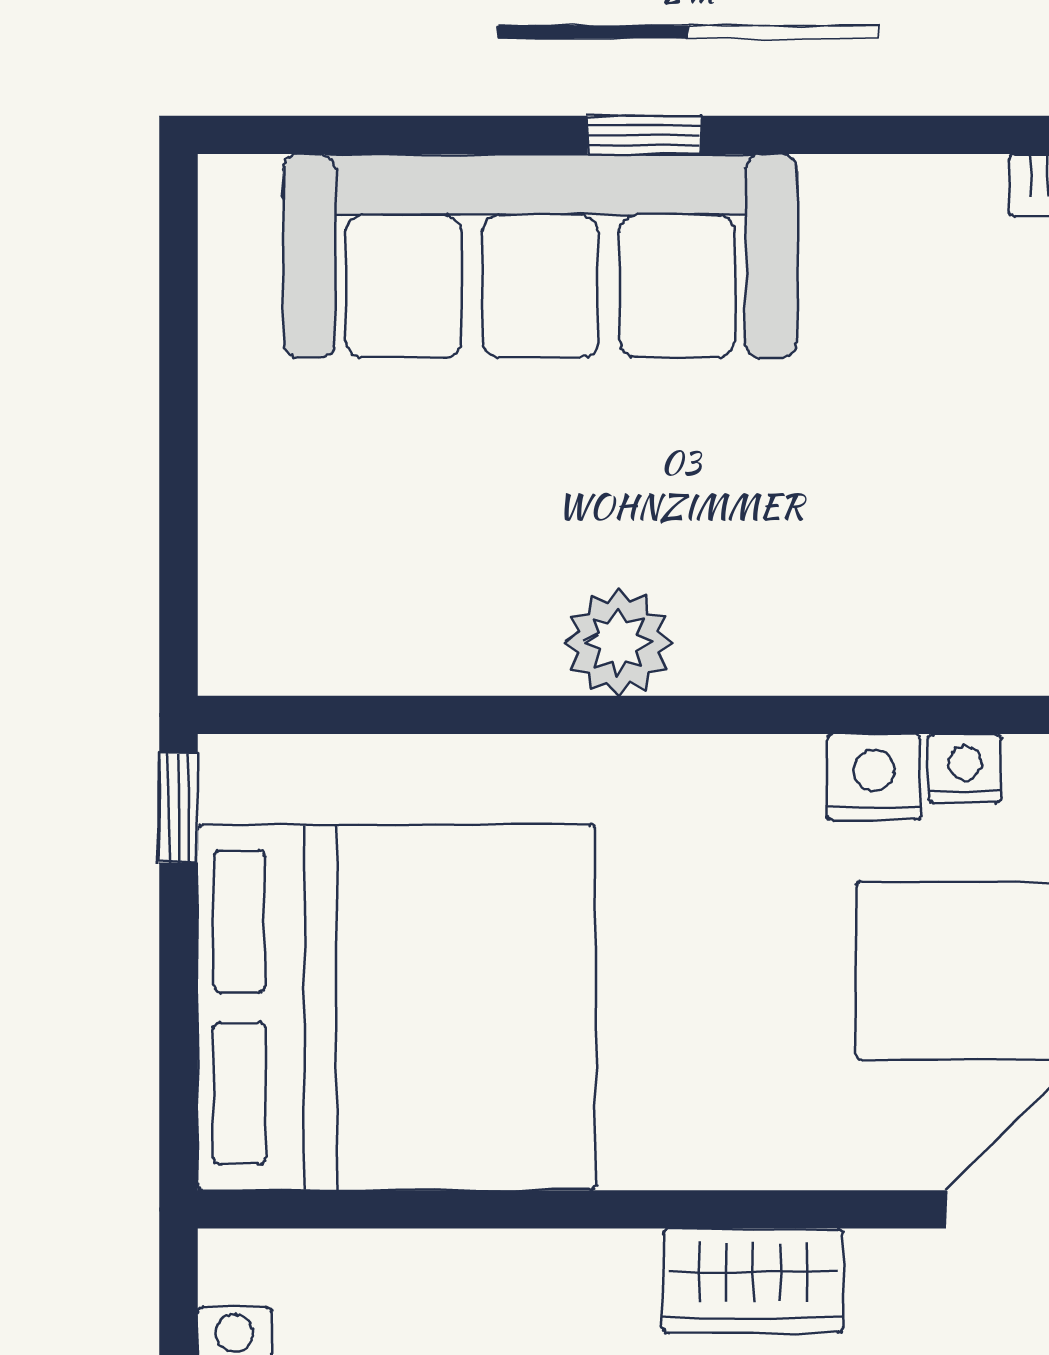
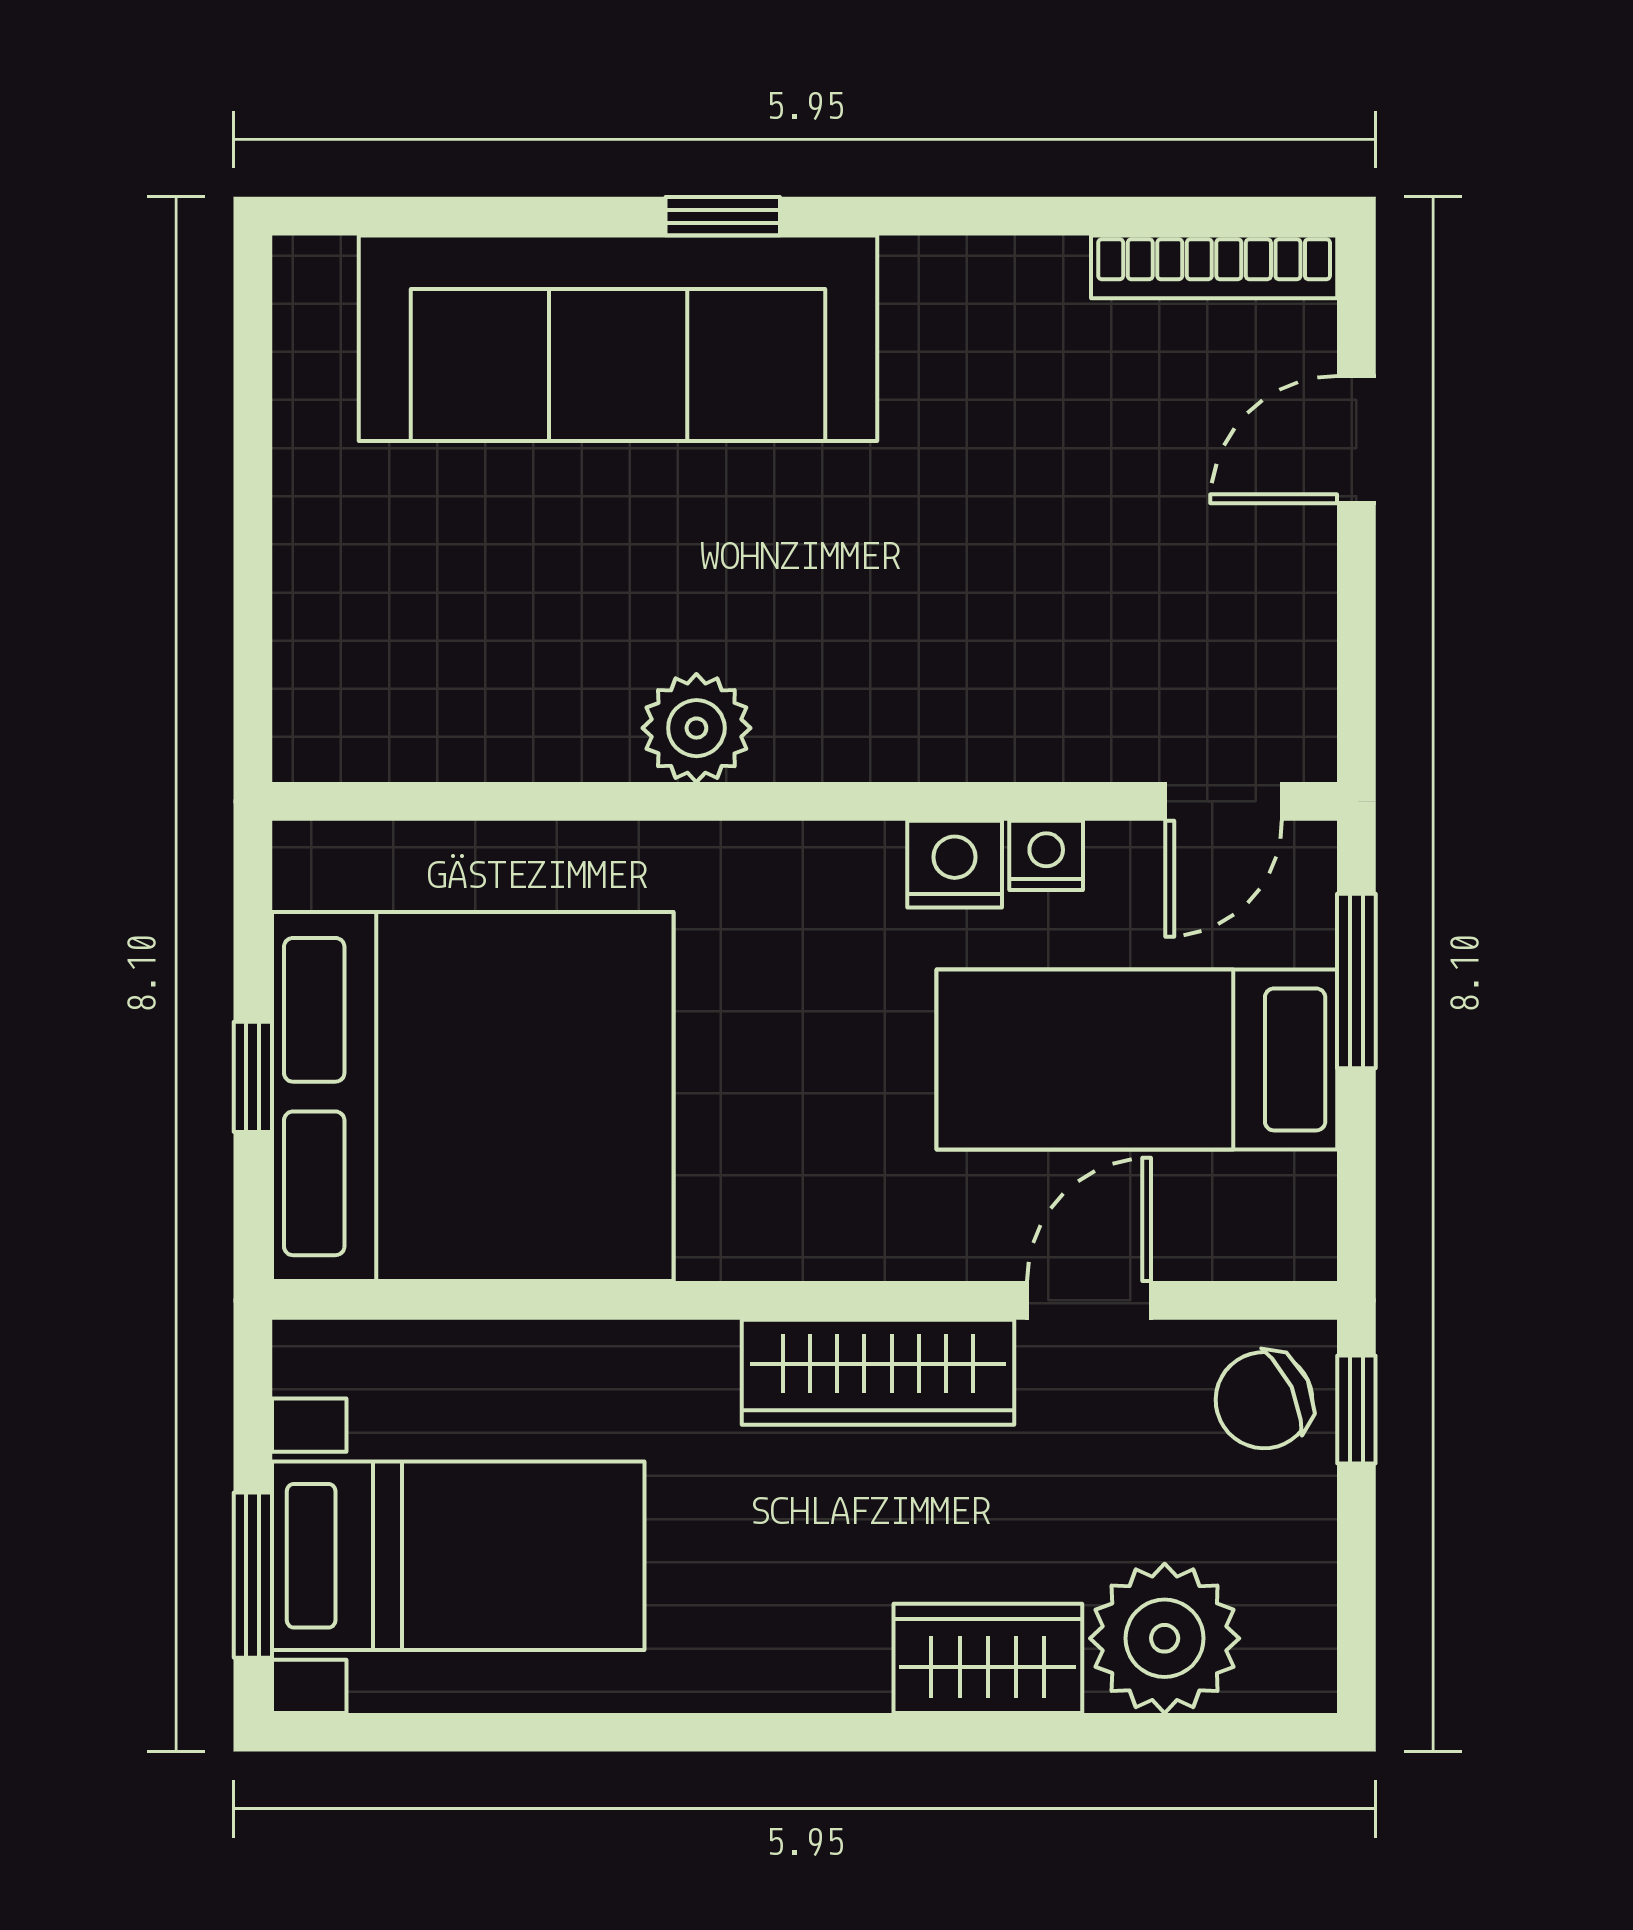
window: (179, 808) -> (253, 1077), moved
wardrobe: (753, 1281) -> (878, 1372), width x1.50

